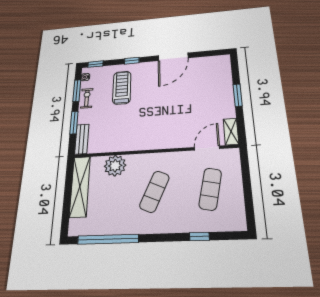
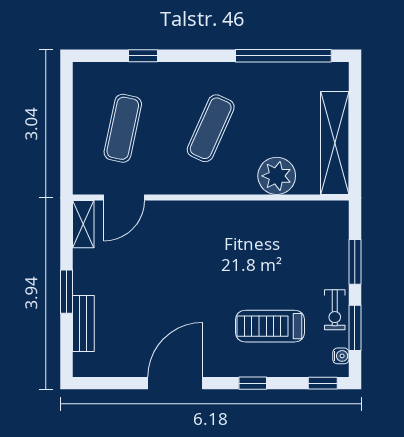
treadmill: (122, 88) -> (270, 326), turned 90
bench: (82, 139) -> (83, 323), moved

